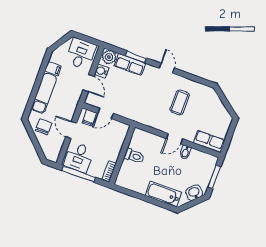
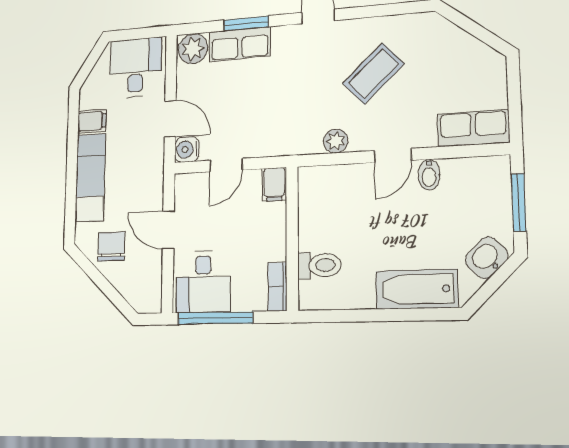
water cooler: (101, 71) -> (187, 149), moved
coffee table: (180, 102) -> (373, 74), turned 47
filing cabinet: (89, 118) -> (274, 184), moved
plant: (154, 123) -> (336, 141), added
toilet: (134, 156) -> (319, 265), moved

